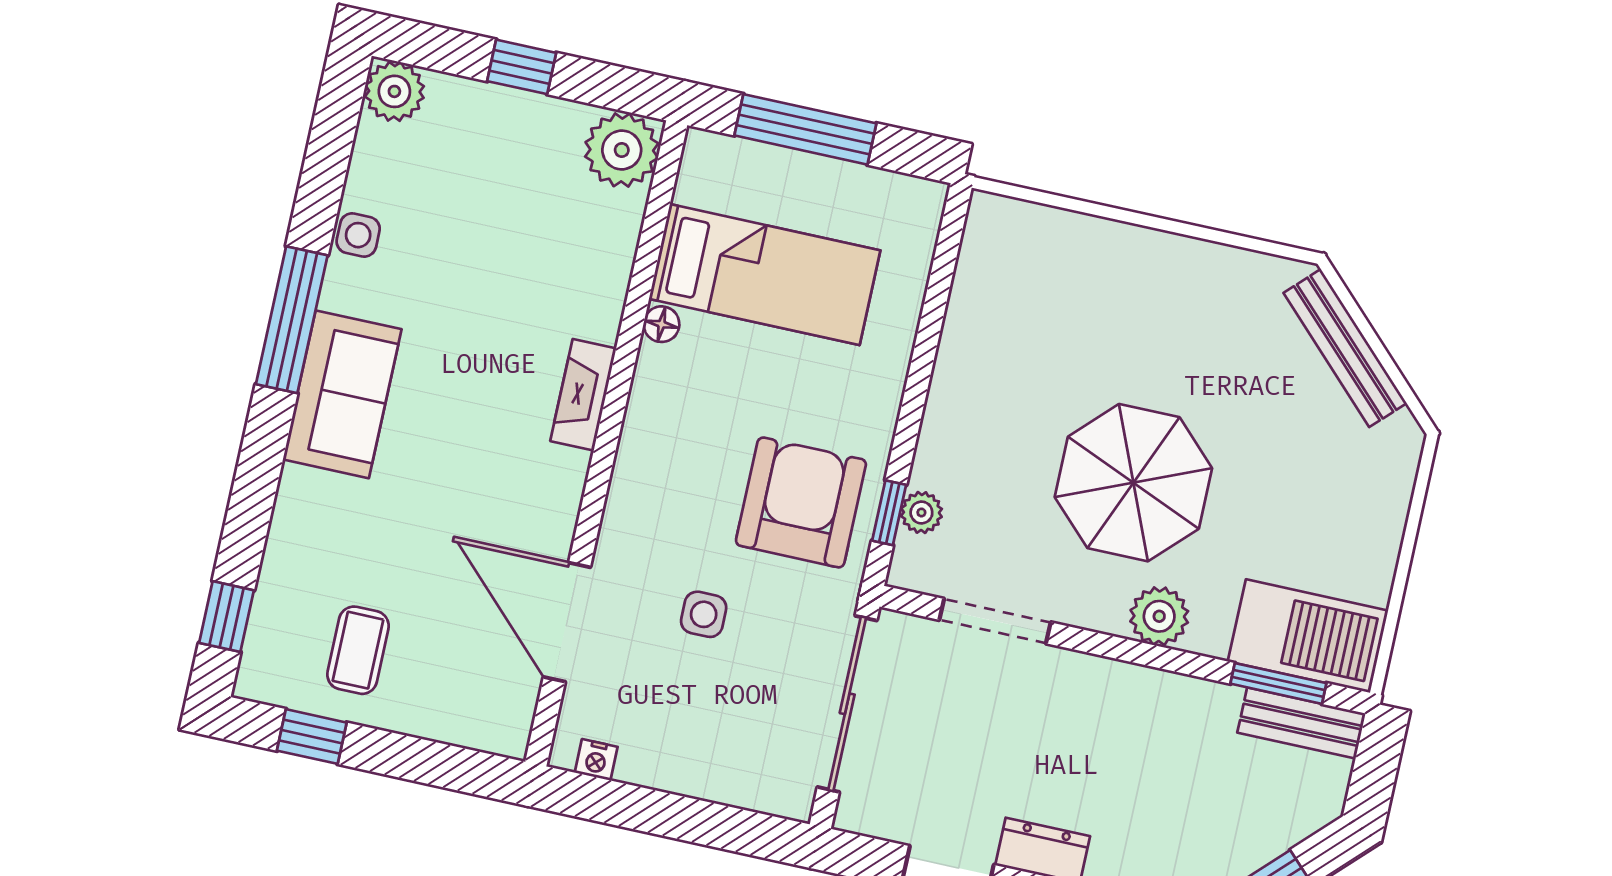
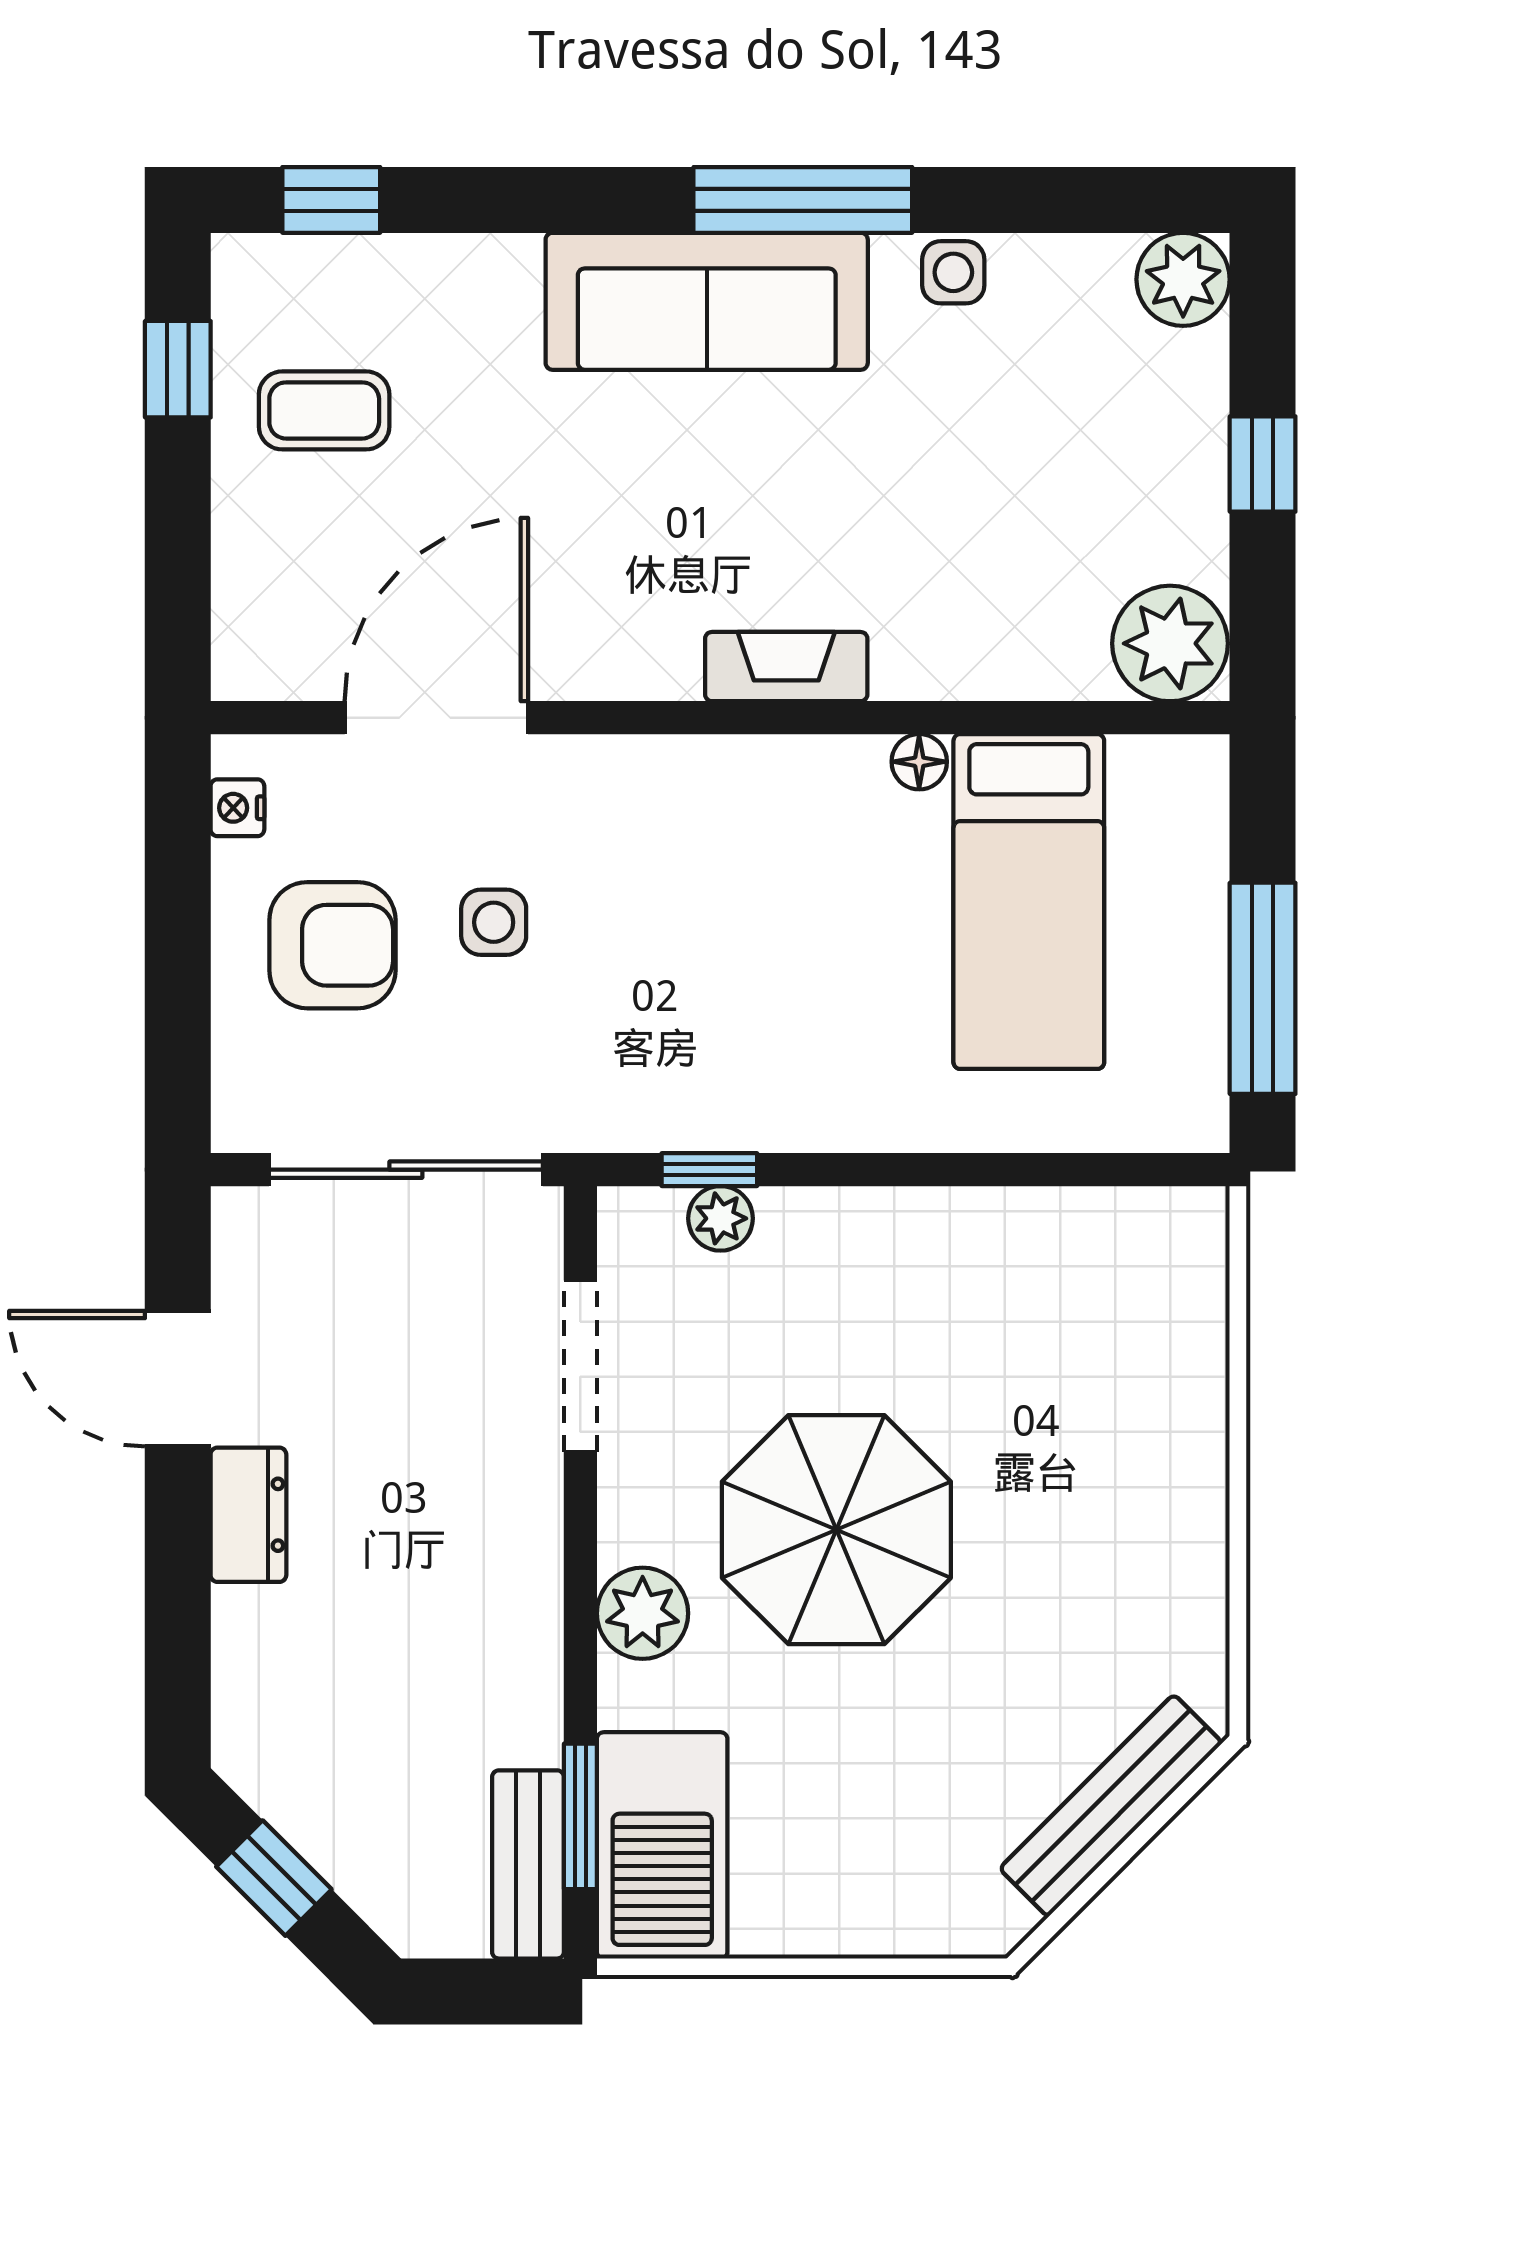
window: (805, 129) -> (1263, 988), moved
sofa: (342, 394) -> (707, 301), width x1.36
armchair: (801, 502) -> (332, 945), moved, width x0.73, depth x0.73

